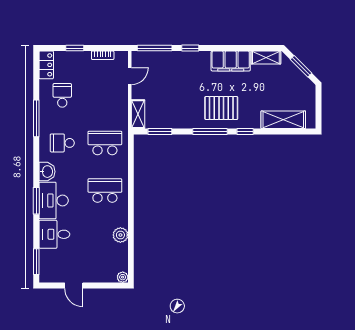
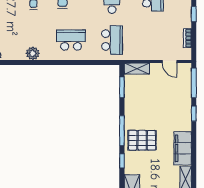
pallet: (221, 108) -> (142, 140), turned 90
school desk: (105, 191) -> (71, 40), turned -90

